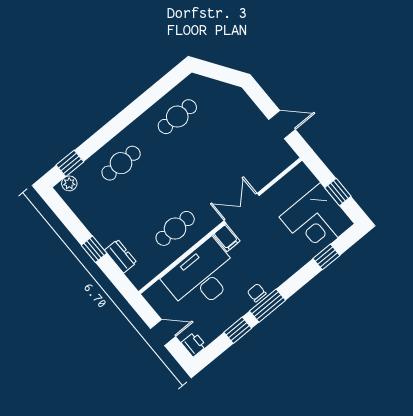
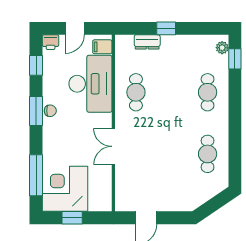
double door: (242, 208) -> (113, 146), swing flipped
filing cabinet: (226, 238) -> (102, 47), moved
window: (326, 257) -> (36, 175), width x2.17
window: (238, 330) -> (36, 65), moved

